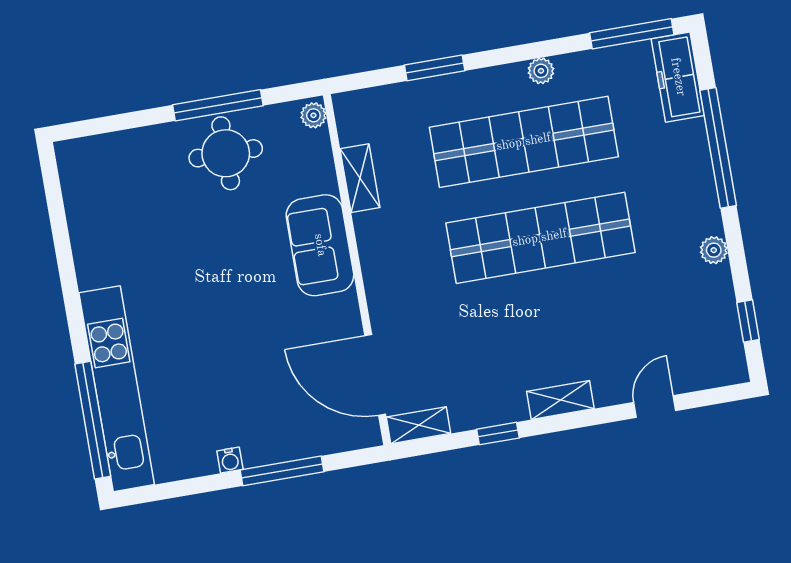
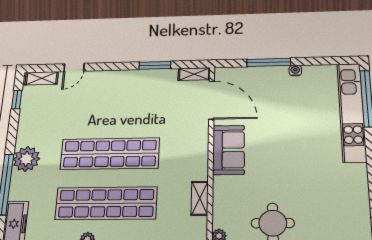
sofa: (320, 245) -> (229, 150), moved
plant: (714, 250) -> (26, 159), moved, width x1.87, depth x1.87
shelving: (560, 400) -> (42, 78), moved
window: (498, 434) -> (155, 65), width x1.50

